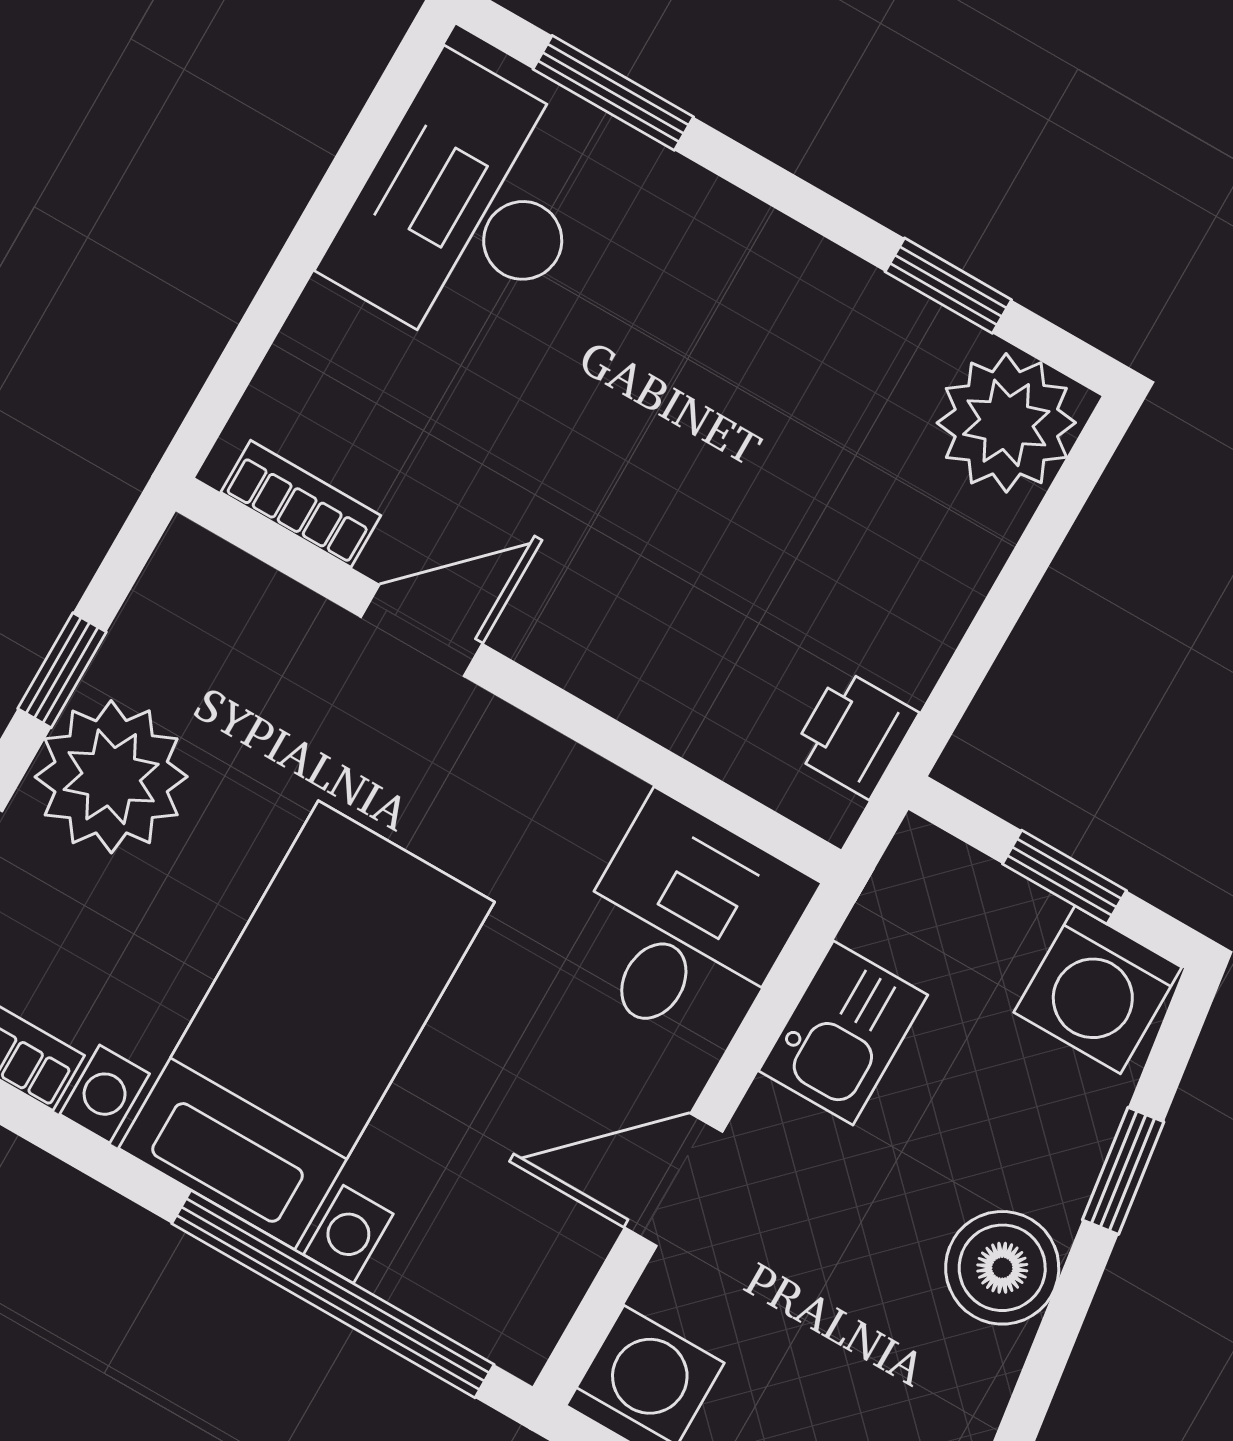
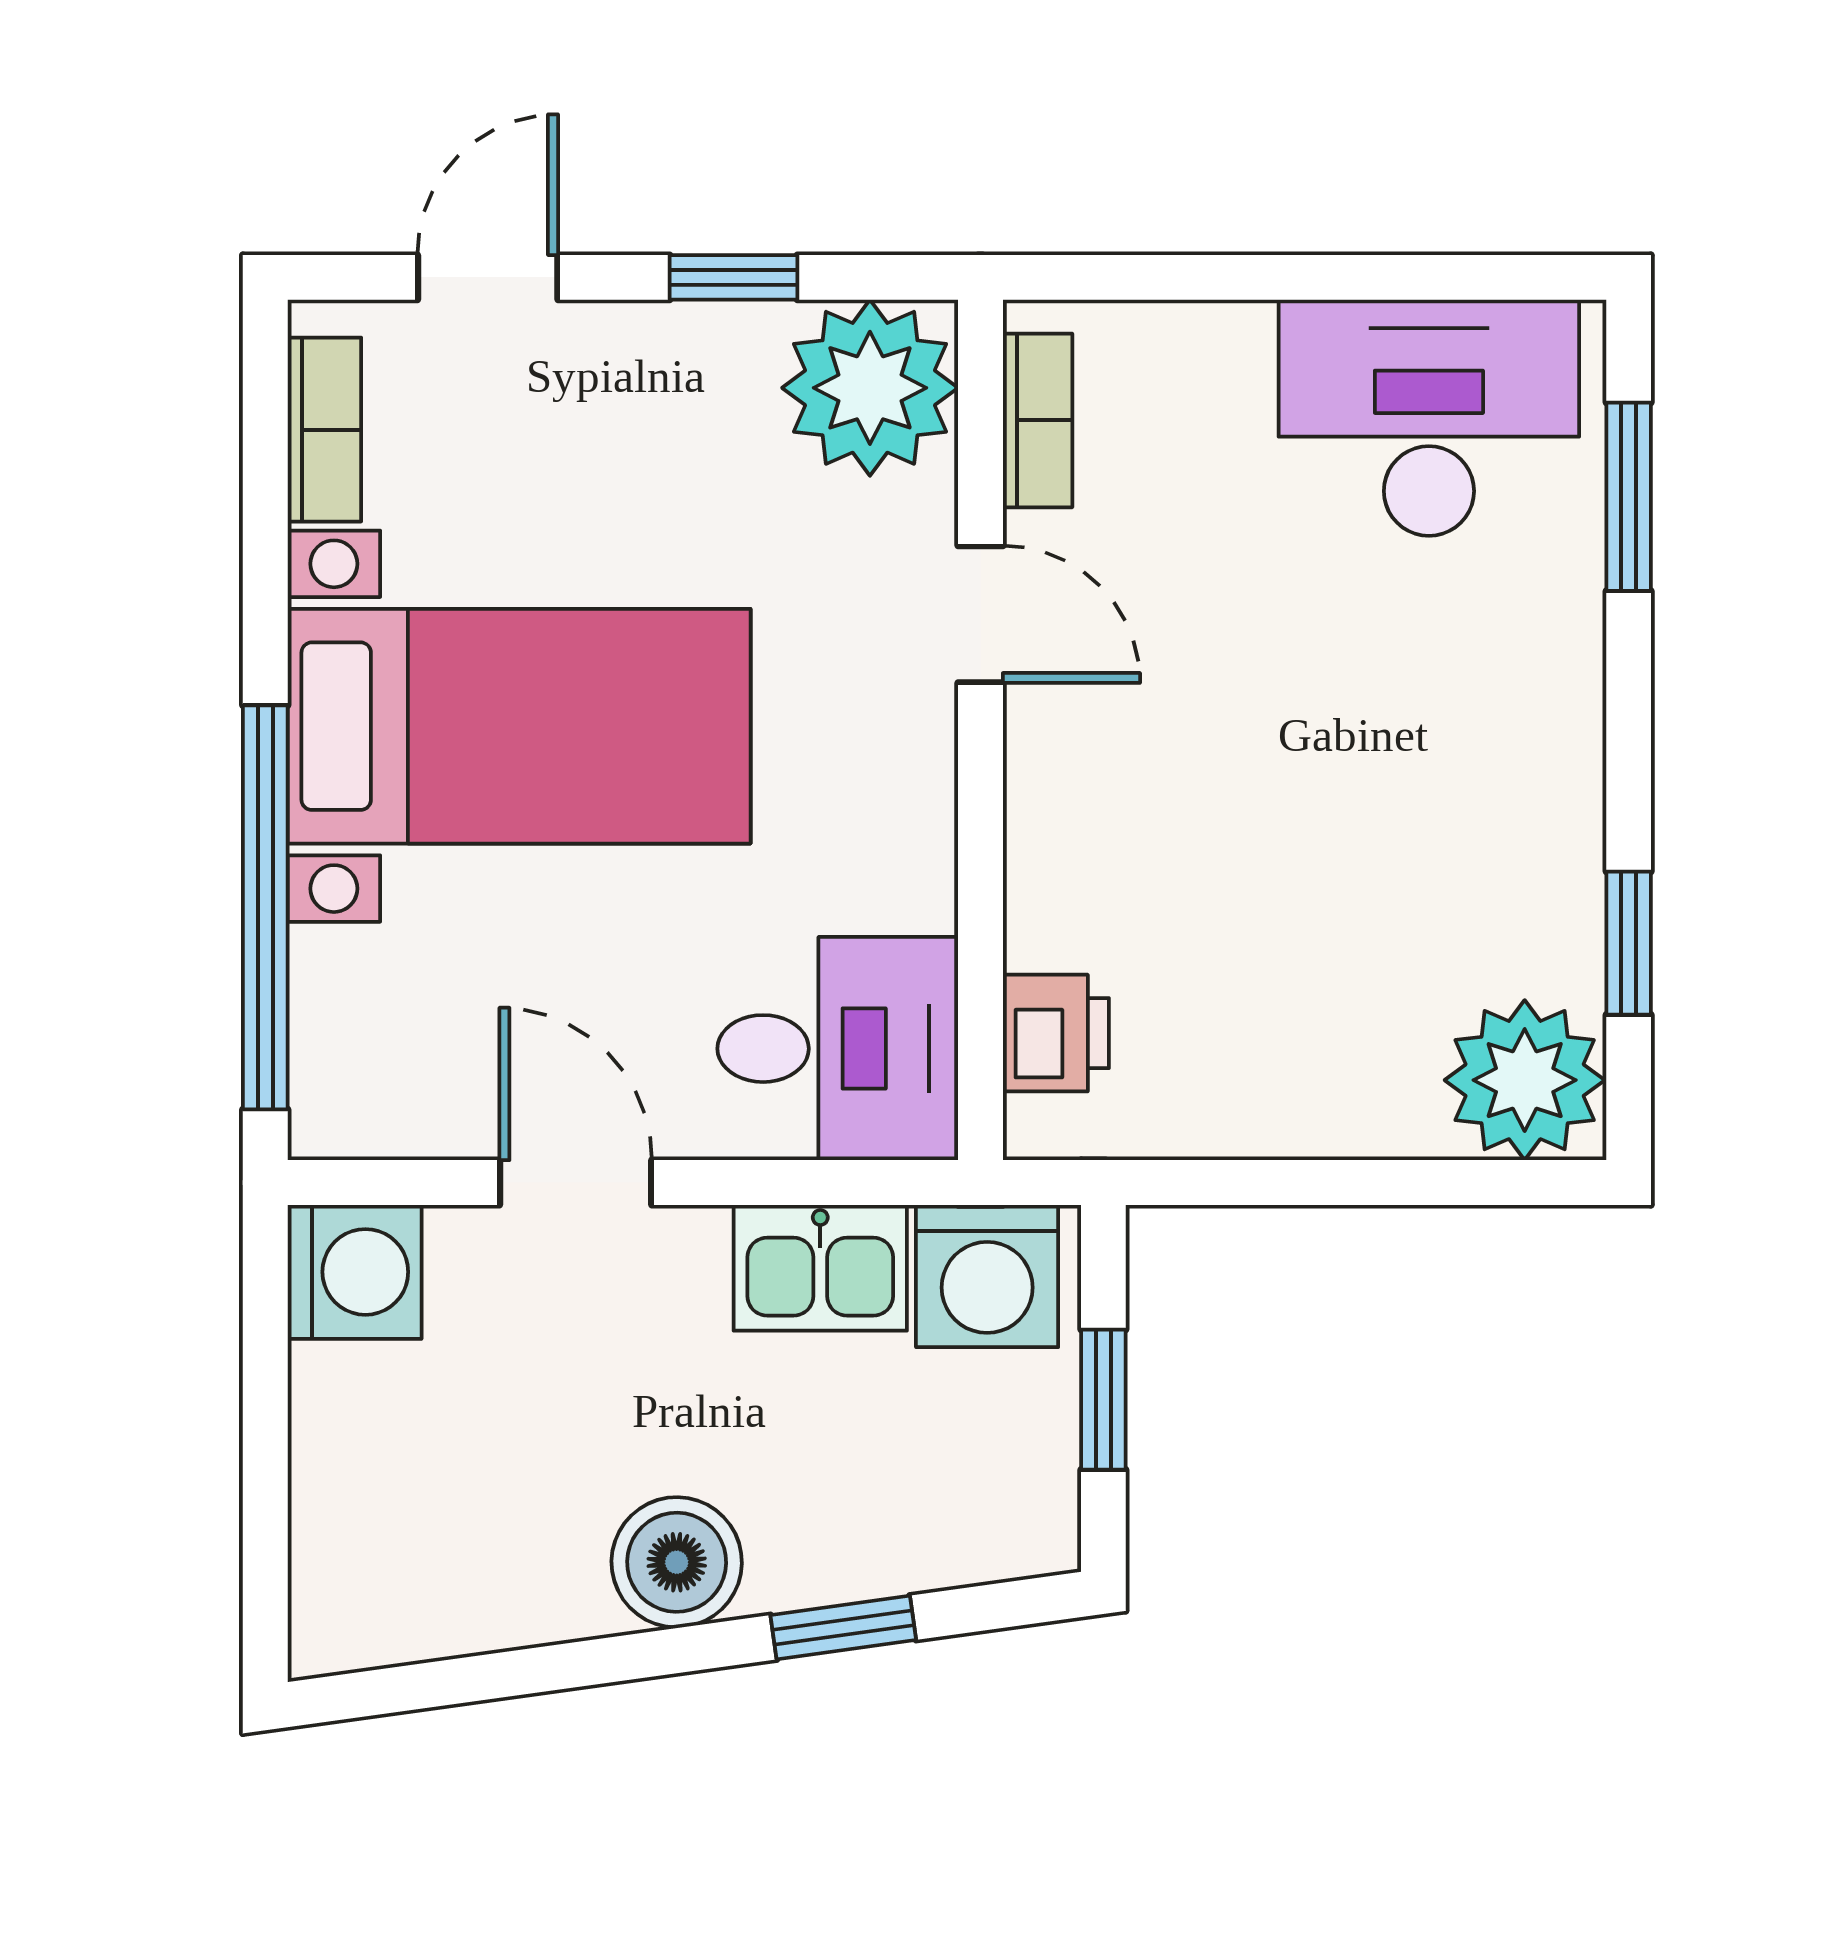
printer: (855, 734) -> (1056, 1033), moved, turned 90
plant: (111, 777) -> (870, 388), moved
washing machine: (1098, 990) -> (987, 1276), moved, turned -90

